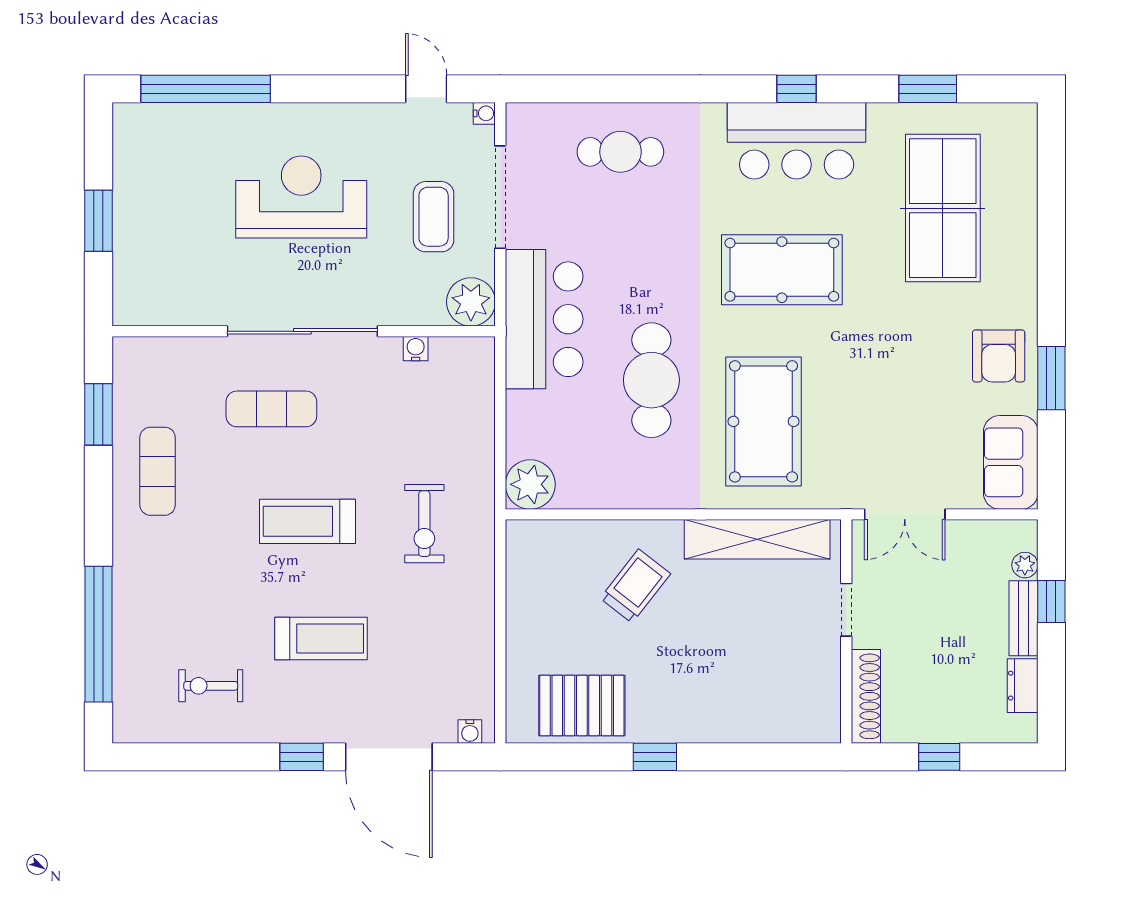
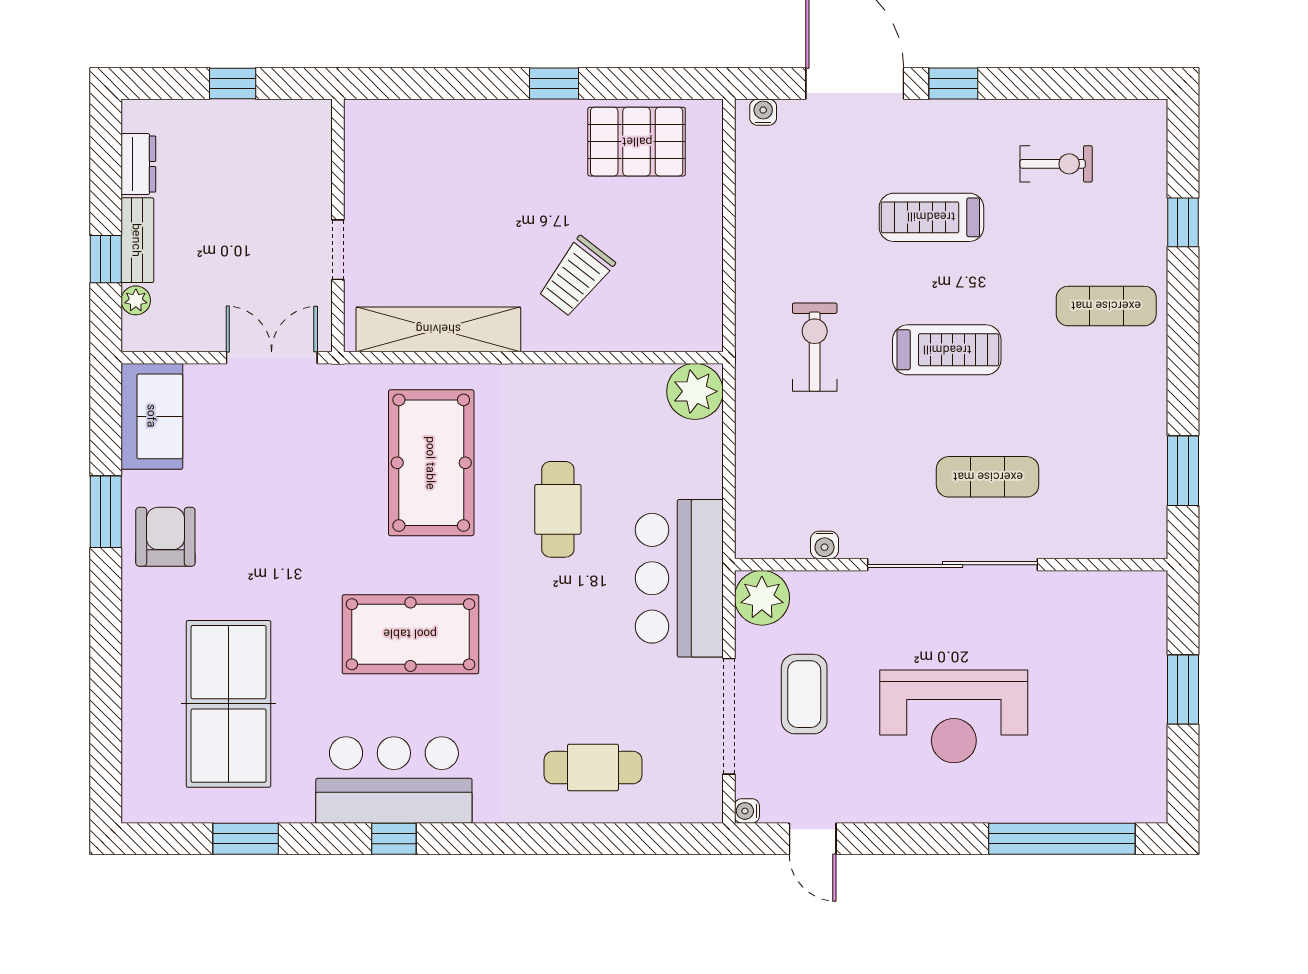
cafe table: (651, 380) -> (558, 509), width x0.73, depth x0.74
exercise mat: (158, 471) -> (1106, 306), moved, turned 90
window: (98, 634) -> (1183, 222), width x0.32
shoe rack: (866, 696) -> (316, 152), removed

